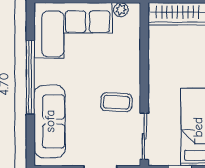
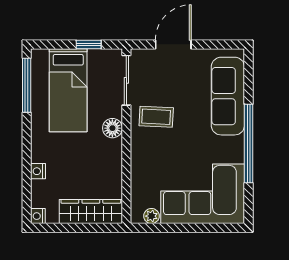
floor lamp: (157, 92) -> (112, 128), added

